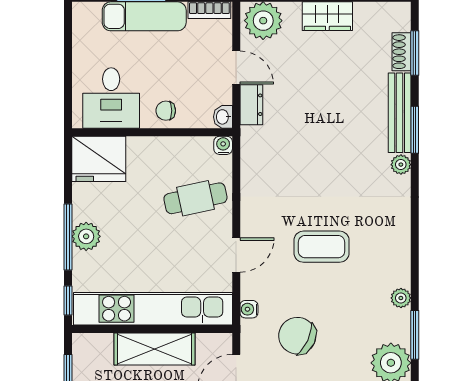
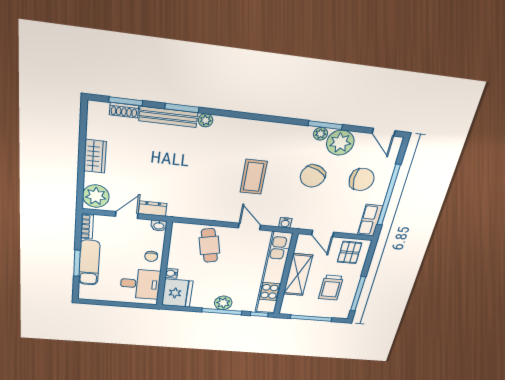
water cooler: (223, 145) -> (171, 273), moved
plant: (401, 298) -> (321, 134), moved
chair: (297, 336) -> (313, 176), moved

